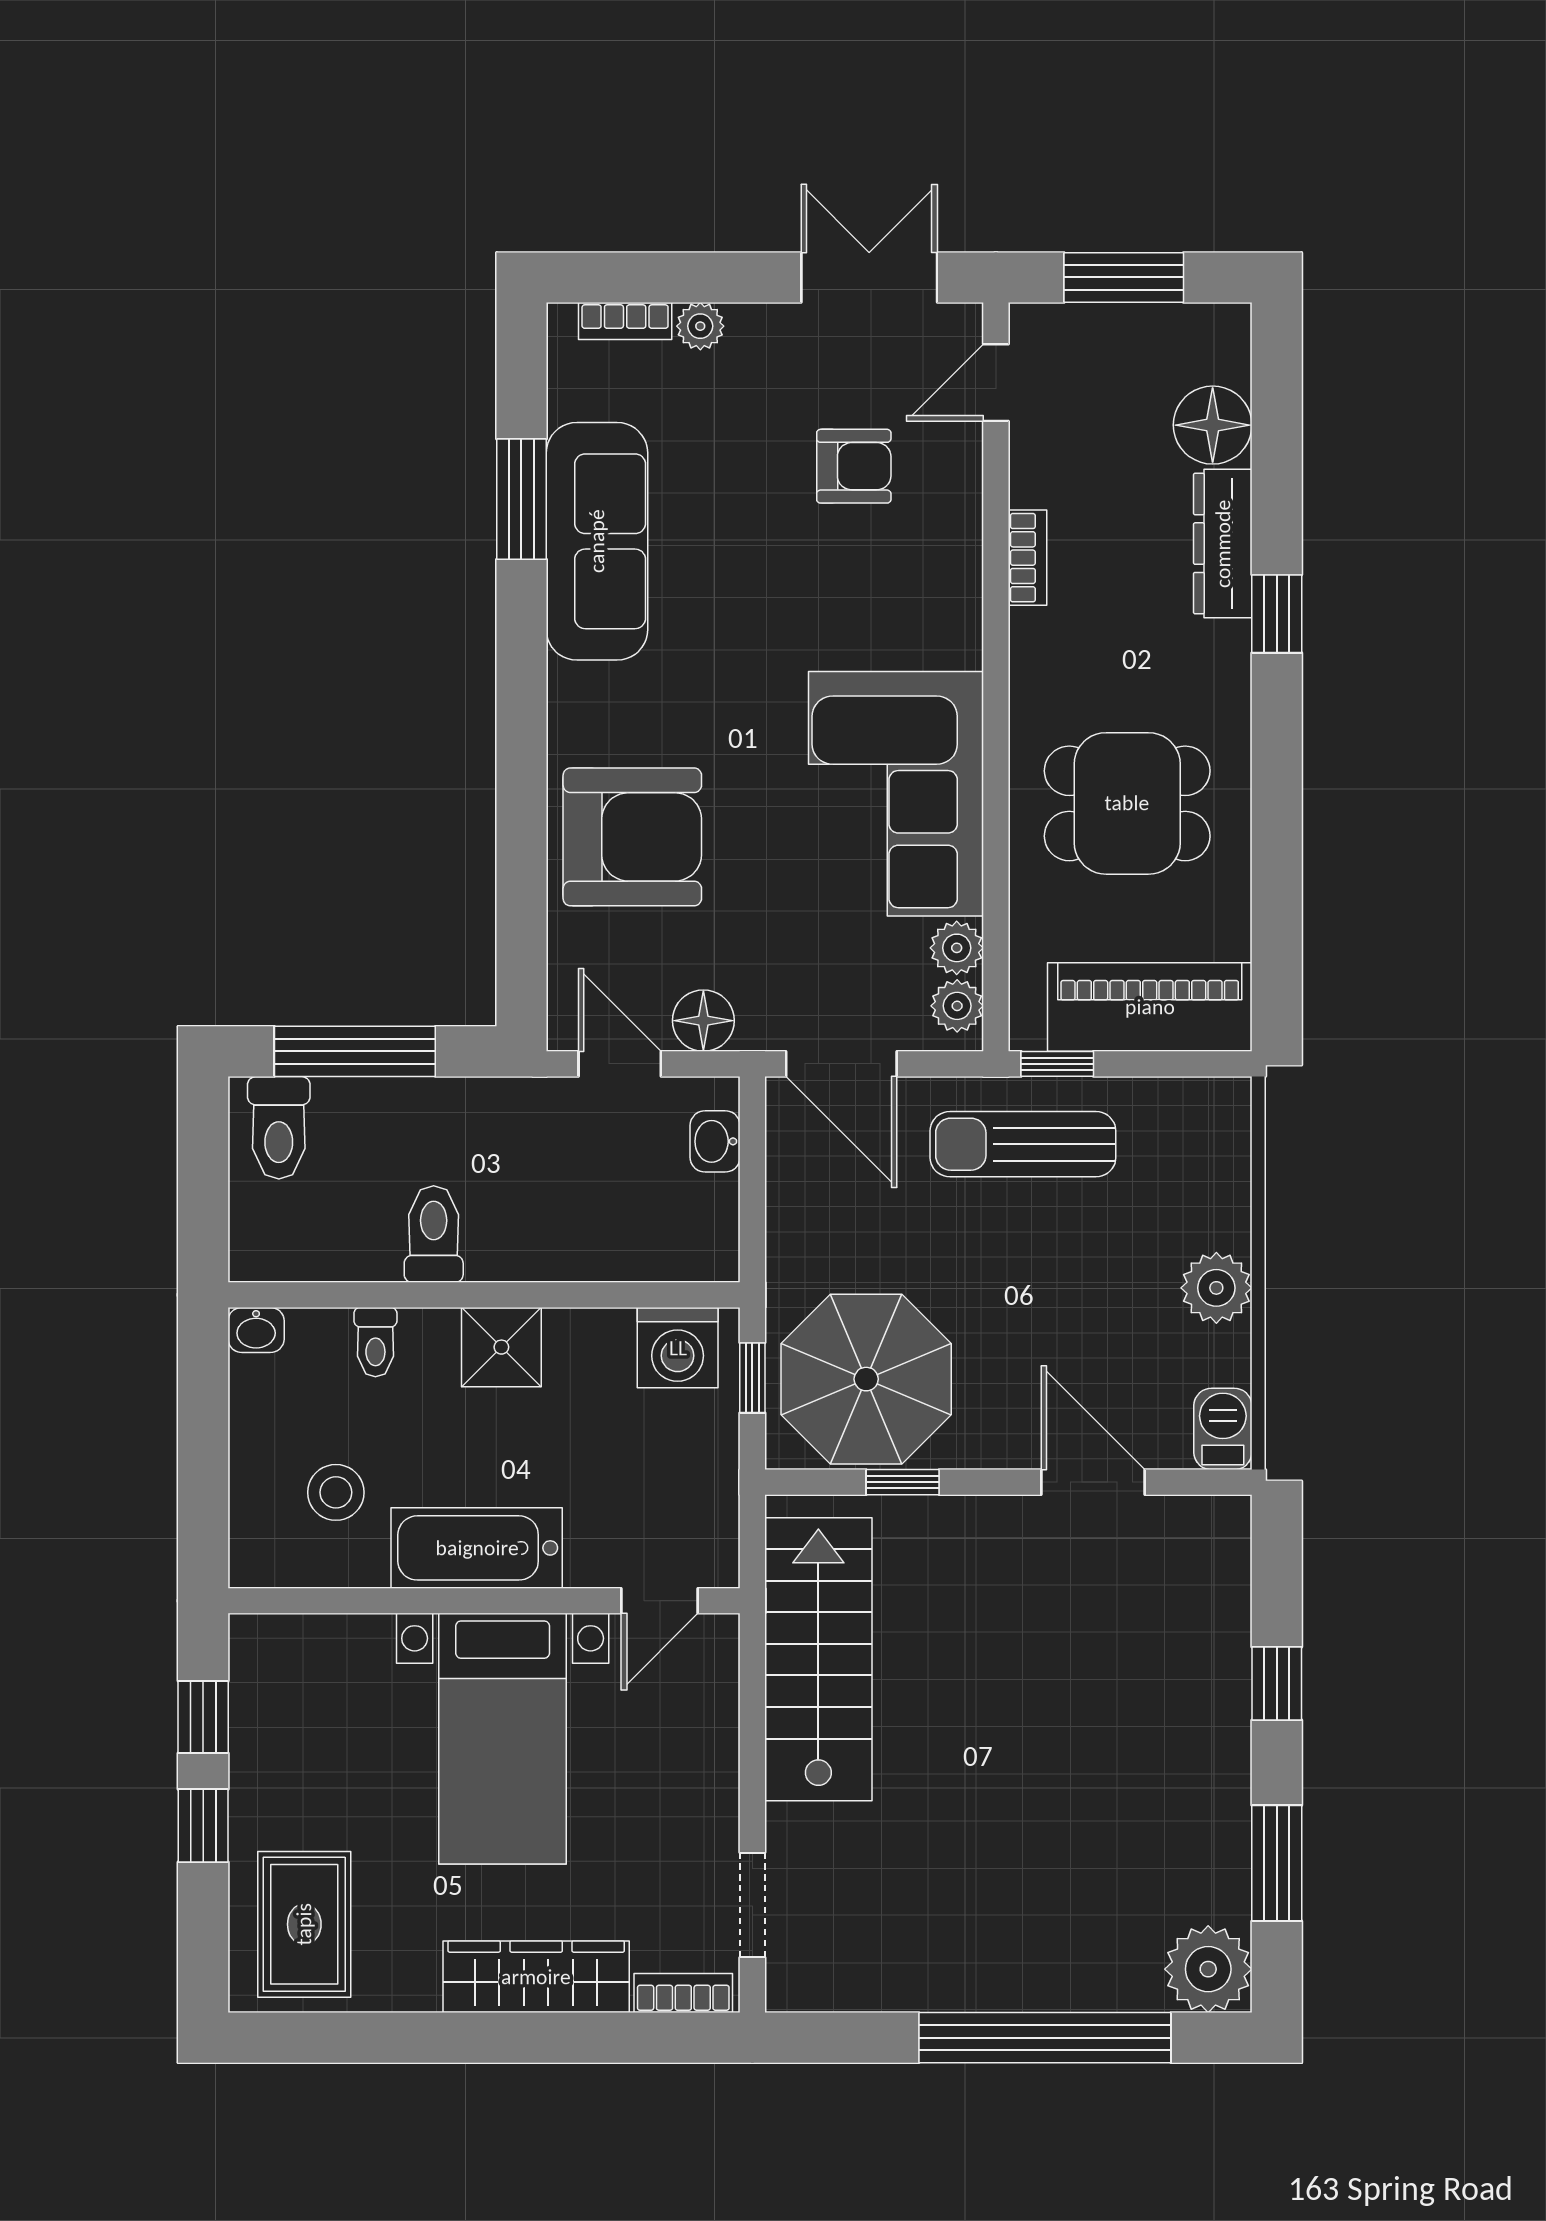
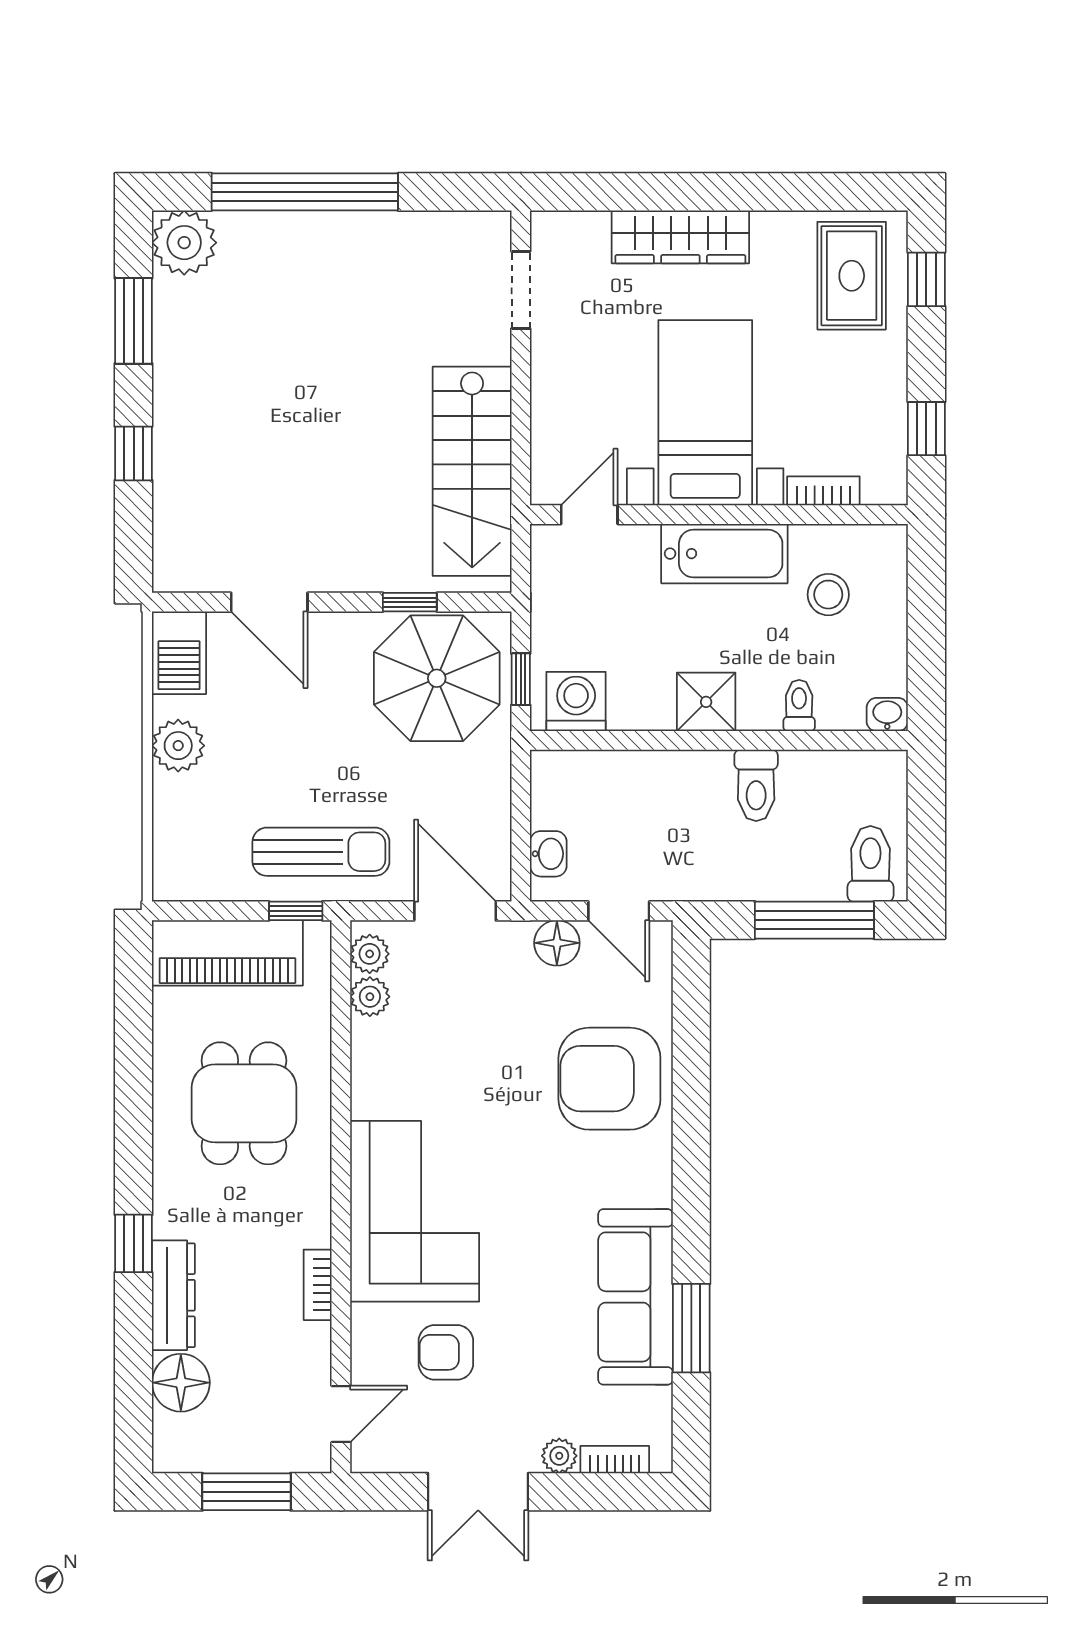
double door: (869, 277) -> (478, 1492), moved
corner sofa: (896, 794) -> (415, 1211), moved
dining table: (1127, 803) -> (244, 1103), turned 90
barbecue: (1223, 1429) -> (179, 653), width x1.38, depth x1.27
window: (203, 1826) -> (926, 279), moved
bookcase: (683, 1993) -> (823, 491), moved, turned 180

